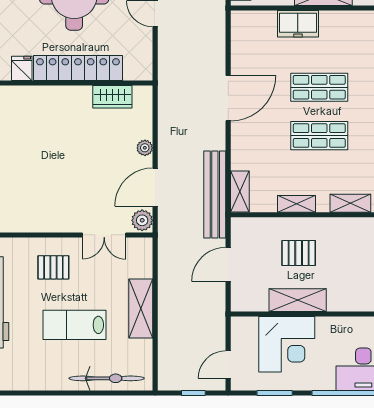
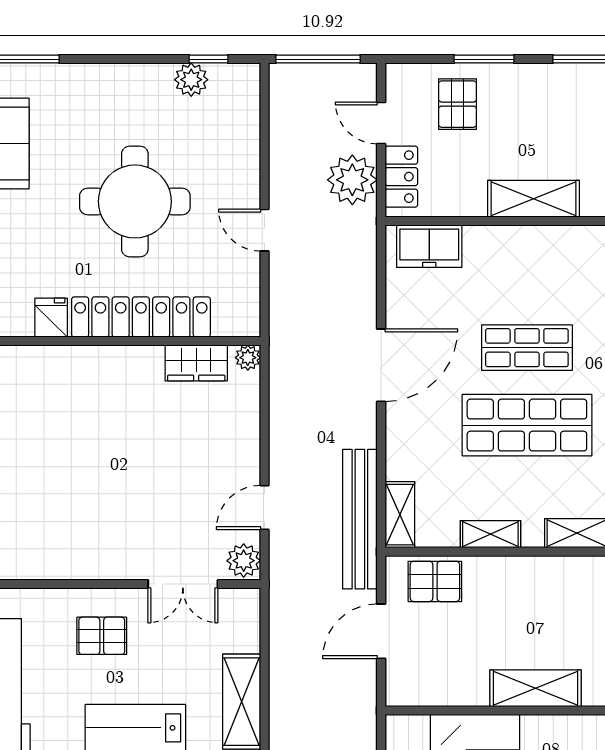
freezer: (298, 24) -> (429, 246), moved
shop shelf: (319, 136) -> (527, 425), width x1.43, depth x1.36
plant: (145, 148) -> (248, 358), moved
door: (155, 187) -> (264, 507), width x0.73
pallet: (299, 253) -> (435, 581), moved
shelving: (298, 300) -> (536, 688), moved

